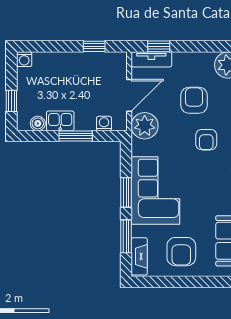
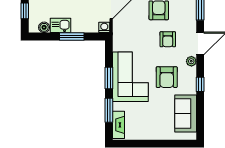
washing machine: (104, 123) -> (104, 27), moved
plant: (145, 126) -> (122, 29), removed
armchair: (181, 252) -> (167, 77), moved

